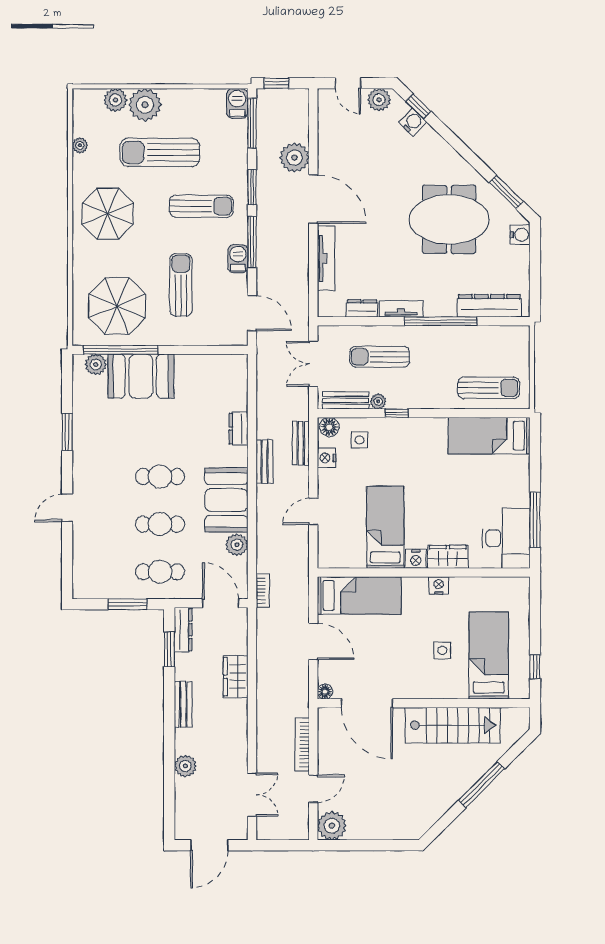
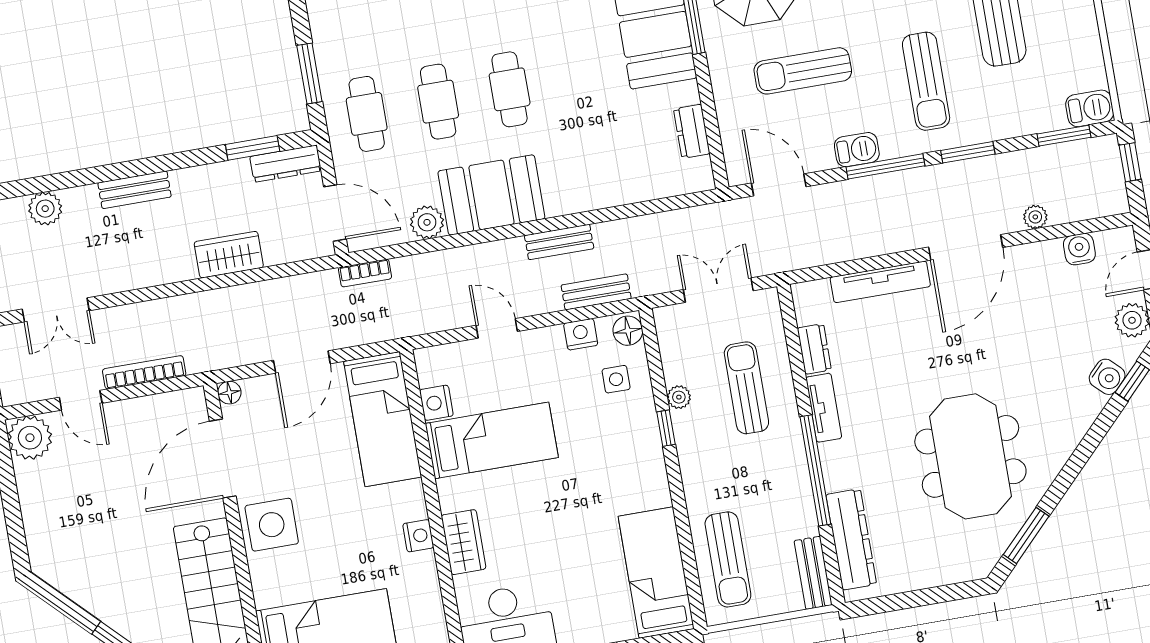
window: (252, 123) -> (1064, 136), width x0.69
plant: (295, 158) -> (1035, 217), width x0.53, depth x0.53
water cooler: (520, 235) -> (1079, 249), moved, turned 180
sun lounger: (181, 285) -> (803, 71), turned 180
door: (252, 313) -> (779, 185), swing flipped
bench: (346, 400) -> (813, 573), moved
dresser: (239, 429) -> (692, 131), moved, turned -90
nightstand: (416, 559) -> (436, 403), moved
door: (221, 603) -> (335, 213), hinge flipped
side table: (442, 650) -> (272, 525), moved, width x1.87, depth x1.87
bench: (183, 704) -> (135, 190), moved
plant: (185, 766) -> (45, 209), moved

